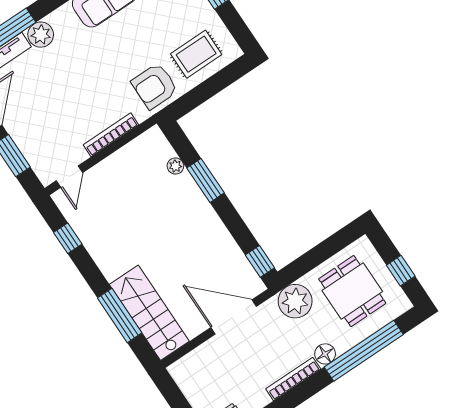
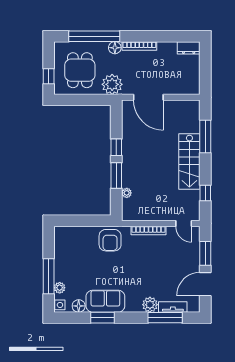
rug: (196, 54) -> (78, 242), removed
armchair: (155, 86) -> (110, 240), turned 90
door: (69, 177) -> (184, 223), swing flipped
window: (260, 261) -> (116, 147), moved
window: (401, 271) -> (49, 76), moved
stairs: (149, 313) -> (189, 162), moved

